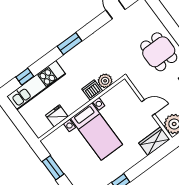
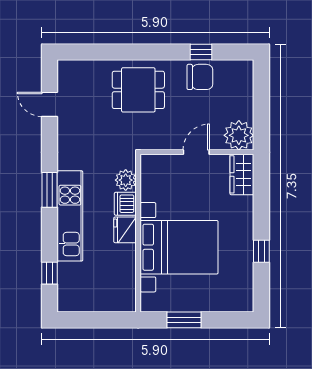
kitchen unit: (36, 85) -> (70, 216), moved
fridge: (57, 116) -> (125, 230), moved
bed with nightstands: (96, 132) -> (179, 247), width x1.36

